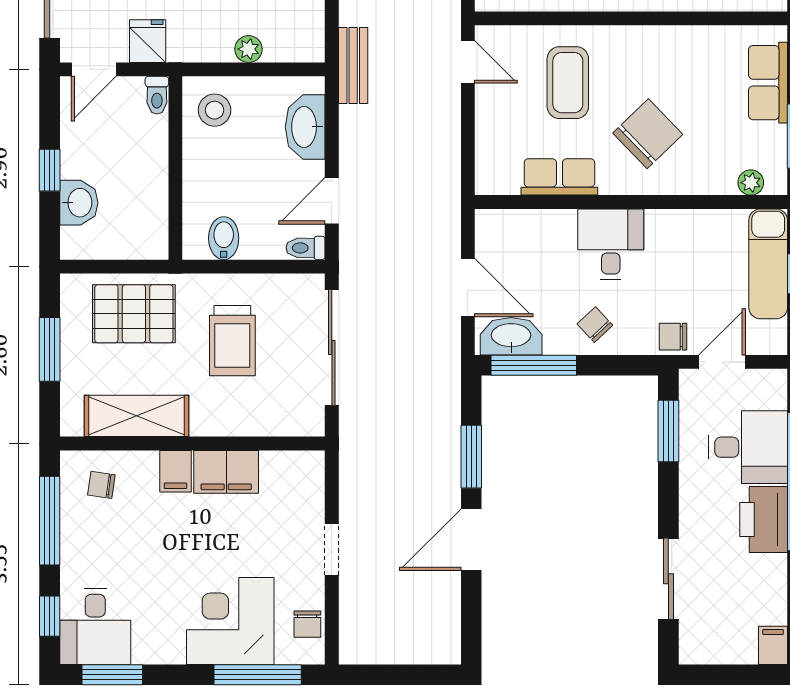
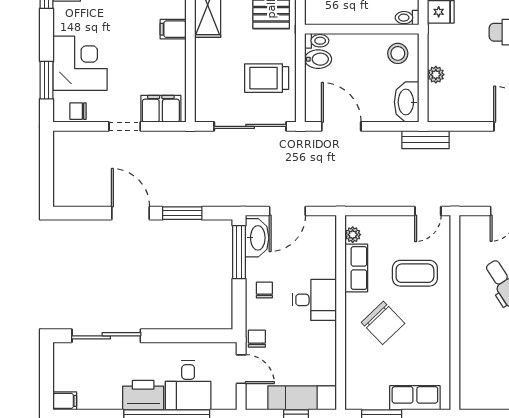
washbasin: (305, 127) -> (407, 102), moved, turned -90
plant: (751, 183) -> (353, 235), moved
door: (332, 201) -> (341, 126), width x1.38
toilet: (306, 248) -> (317, 41), moved, turned 90
chair: (595, 325) -> (264, 290), turned -47
trolley: (232, 341) -> (267, 78), moved
window: (668, 431) -> (198, 336), removed
filing cabinet: (226, 472) -> (161, 109), moved, turned 90
sliding door: (668, 579) -> (106, 336), width x1.37
window: (258, 675) -> (47, 80), width x0.69

